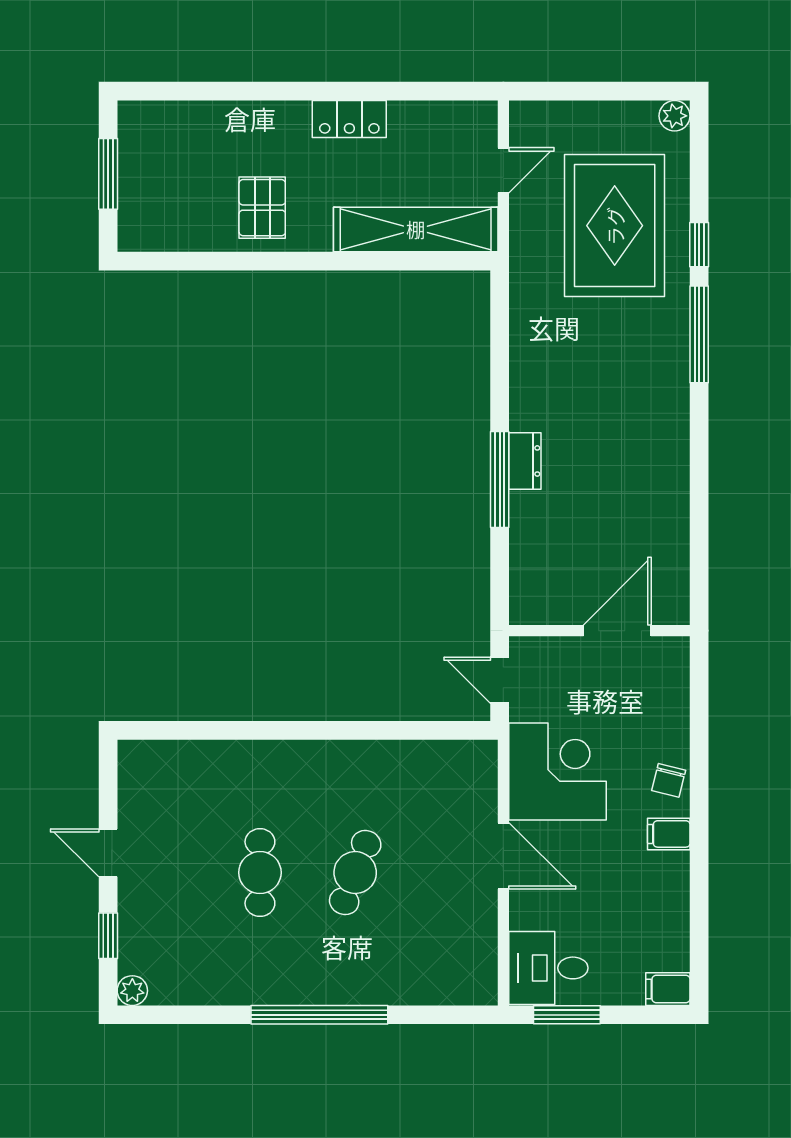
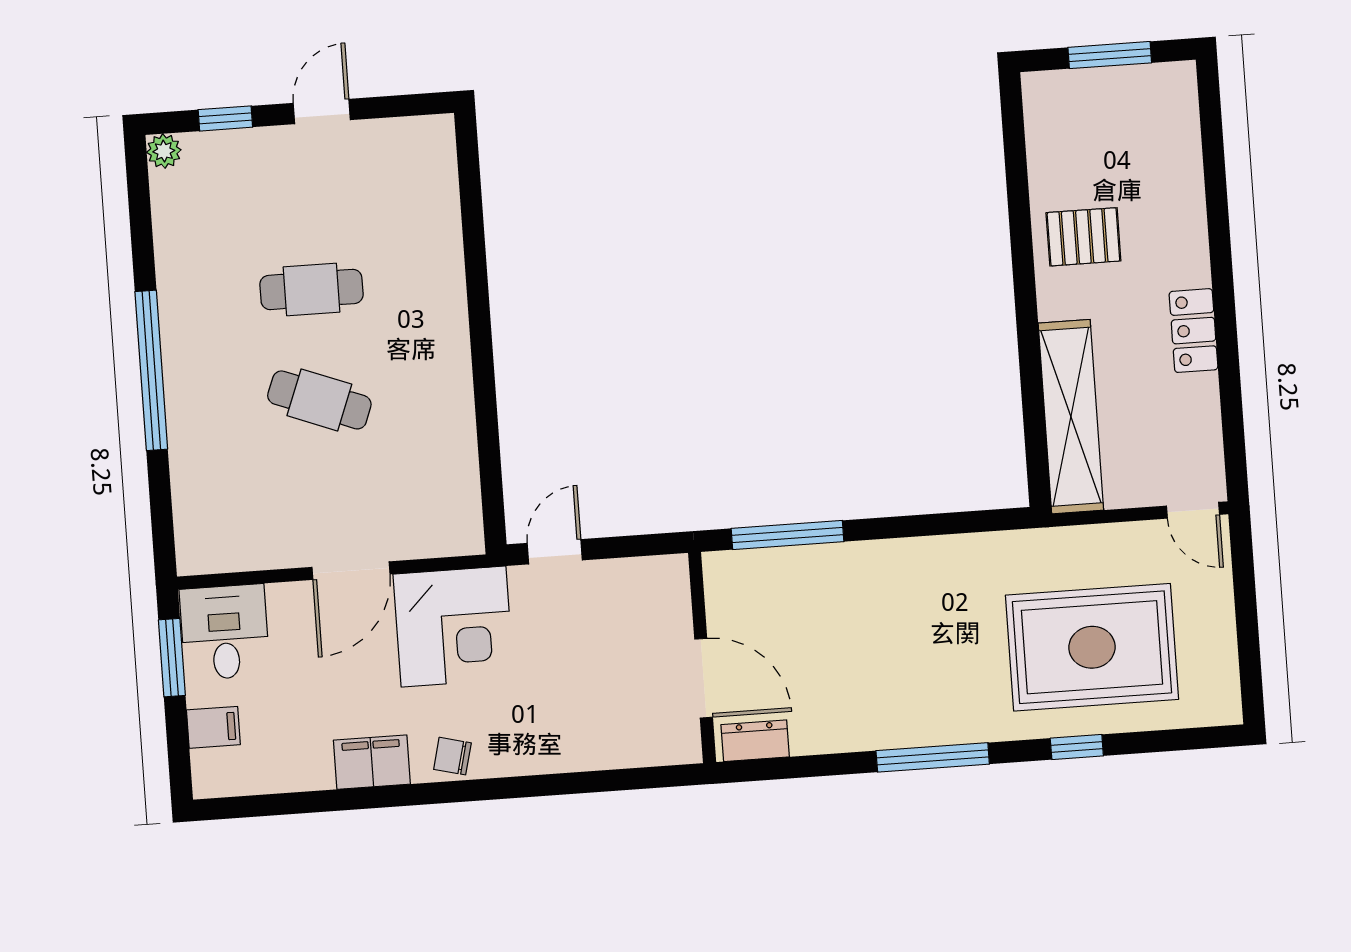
plant: (675, 116) -> (1224, 708), removed
door: (503, 170) -> (1193, 510), moved
window: (699, 334) -> (933, 757), moved
dresser: (525, 461) -> (755, 741), moved, turned 180
wall: (599, 631) -> (702, 658), moved
door: (617, 631) -> (704, 678), moved
filing cabinet: (669, 834) -> (372, 762), width x2.00
filing cabinet: (668, 989) -> (213, 727), moved, turned 90

